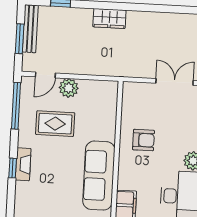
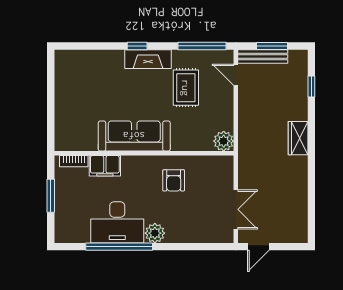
bench: (30, 29) -> (263, 56), moved
plant: (69, 88) -> (224, 141), moved
fireplace: (23, 164) -> (148, 59), width x1.37, depth x1.32

